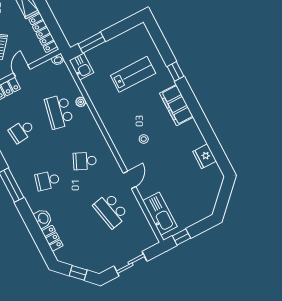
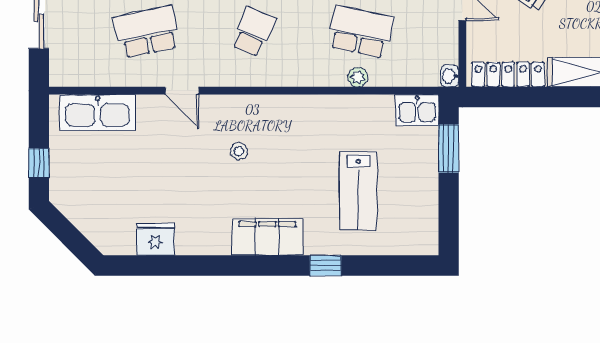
window: (181, 237) -> (39, 163), moved

